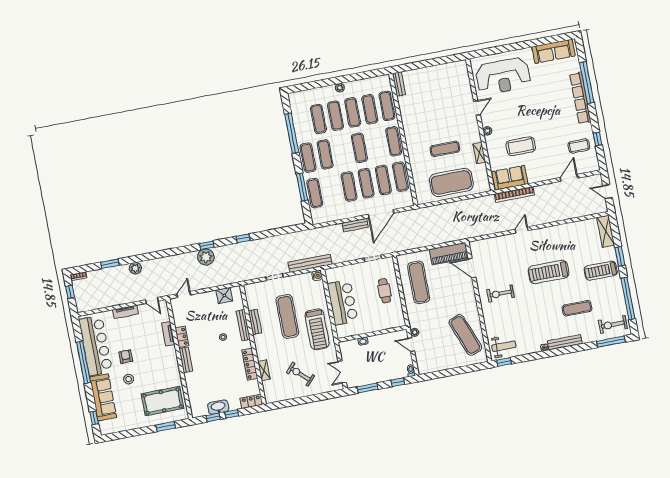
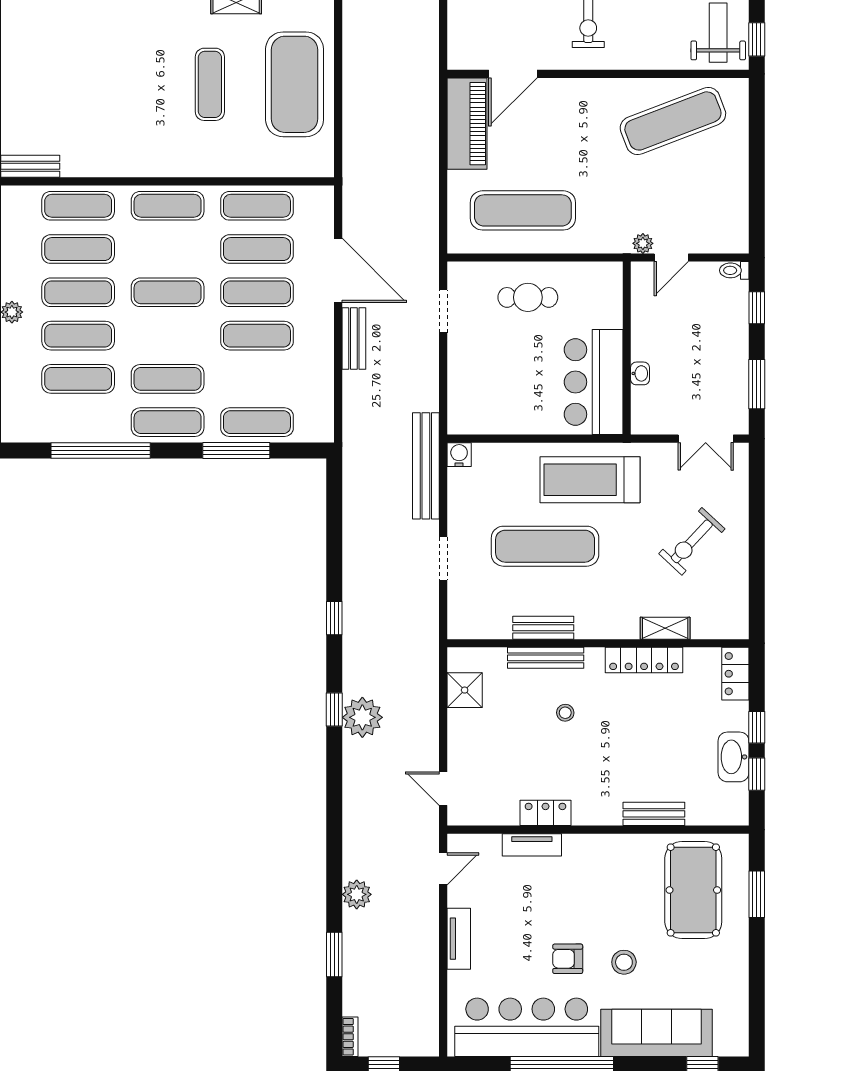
bar counter: (342, 302) -> (594, 382), moved, turned -90
treadmill: (317, 329) -> (590, 480), turned 180
bench: (186, 360) -> (654, 814), moved

